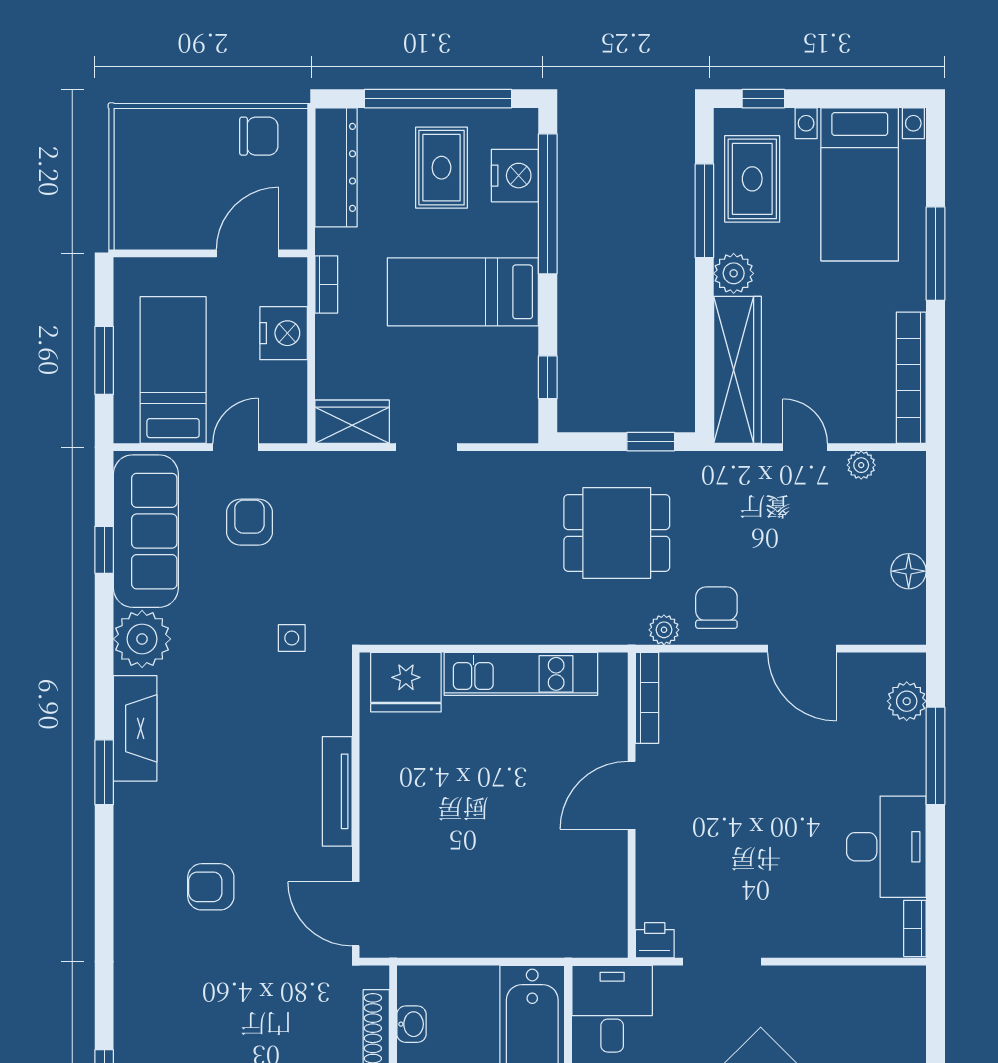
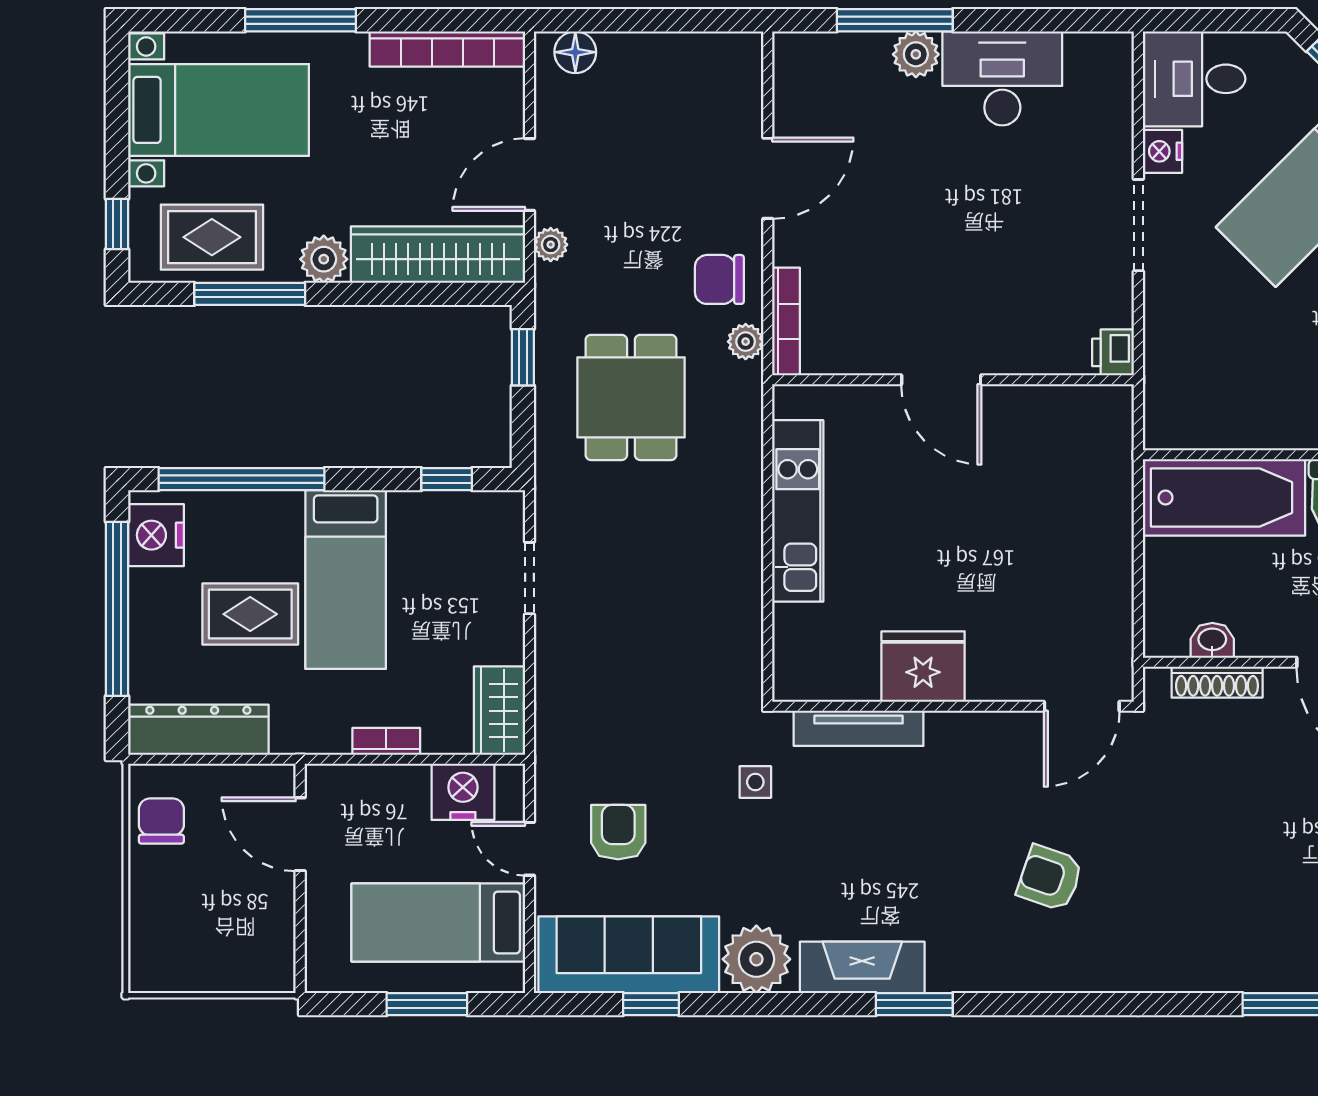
rug: (441, 168) -> (250, 614), moved
nightstand: (515, 176) -> (156, 535), moved, turned -90
bookcase: (326, 284) -> (386, 741), moved
nightstand: (284, 333) -> (463, 792), moved
doorway: (426, 447) -> (530, 578), moved
door: (805, 447) -> (530, 175), width x1.37
plant: (861, 465) -> (551, 245), moved
armchair: (249, 522) -> (618, 832), turned 90
floor lamp: (909, 571) -> (575, 52), moved
fridge: (406, 682) -> (923, 667), moved, turned -90
bookcase: (647, 698) -> (786, 322), moved, turned 90
plant: (907, 701) -> (916, 54), moved
tv unit: (337, 791) -> (859, 728), moved
armchair: (211, 887) -> (1050, 878), turned 109
bookcase: (915, 928) -> (1099, 45), removed
doorway: (722, 962) -> (1138, 225), moved
nightstand: (825, 982) -> (1163, 151), added
desk: (612, 1009) -> (1194, 79), moved

